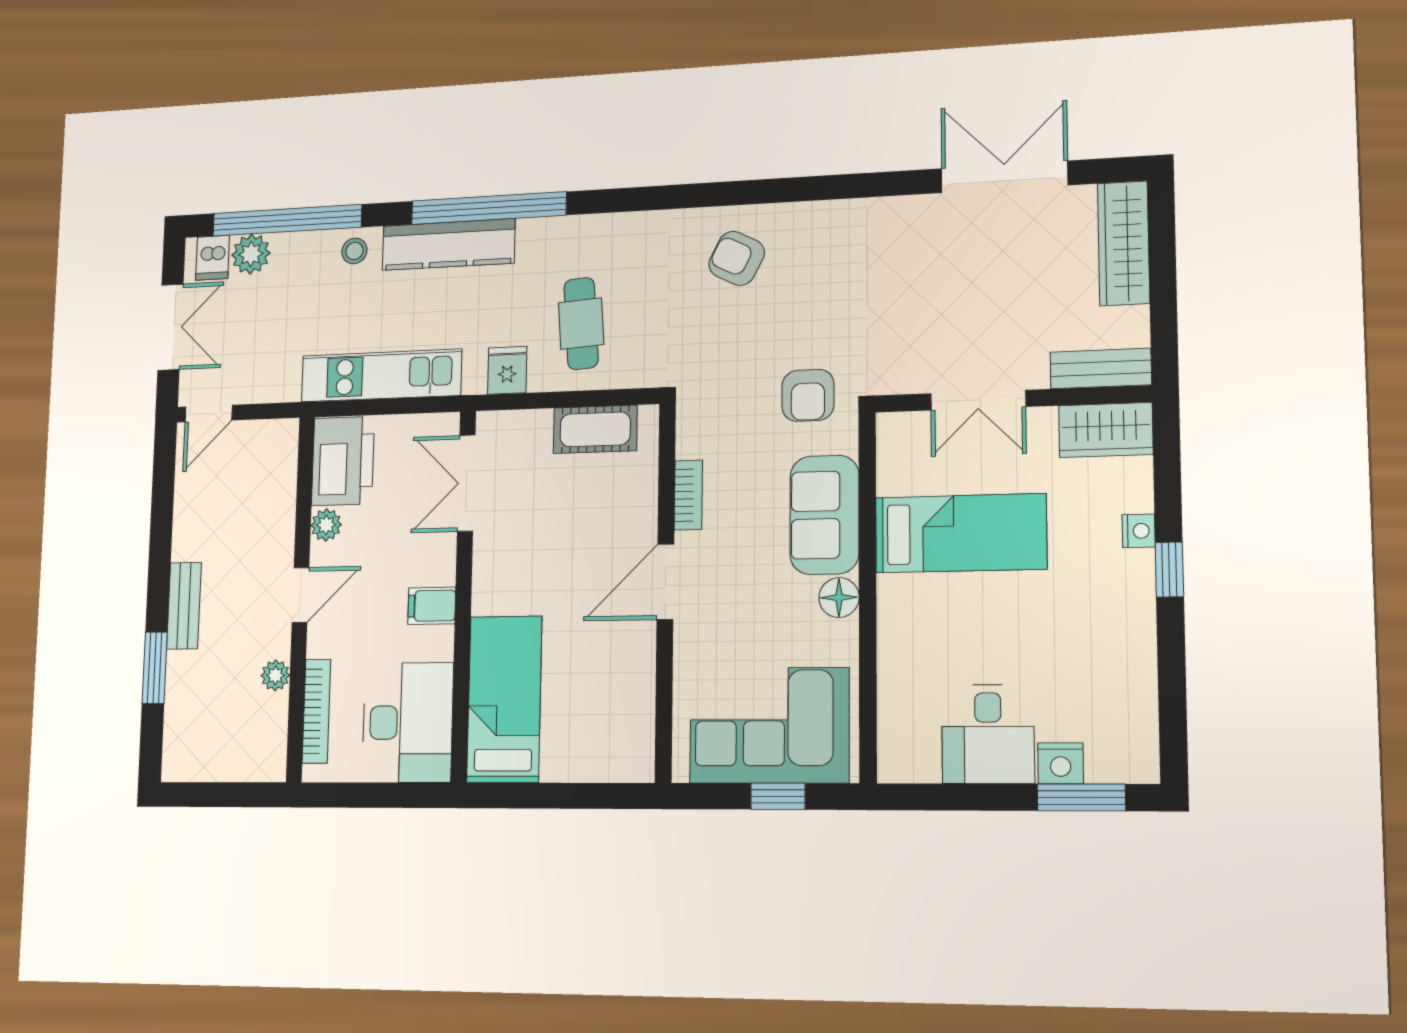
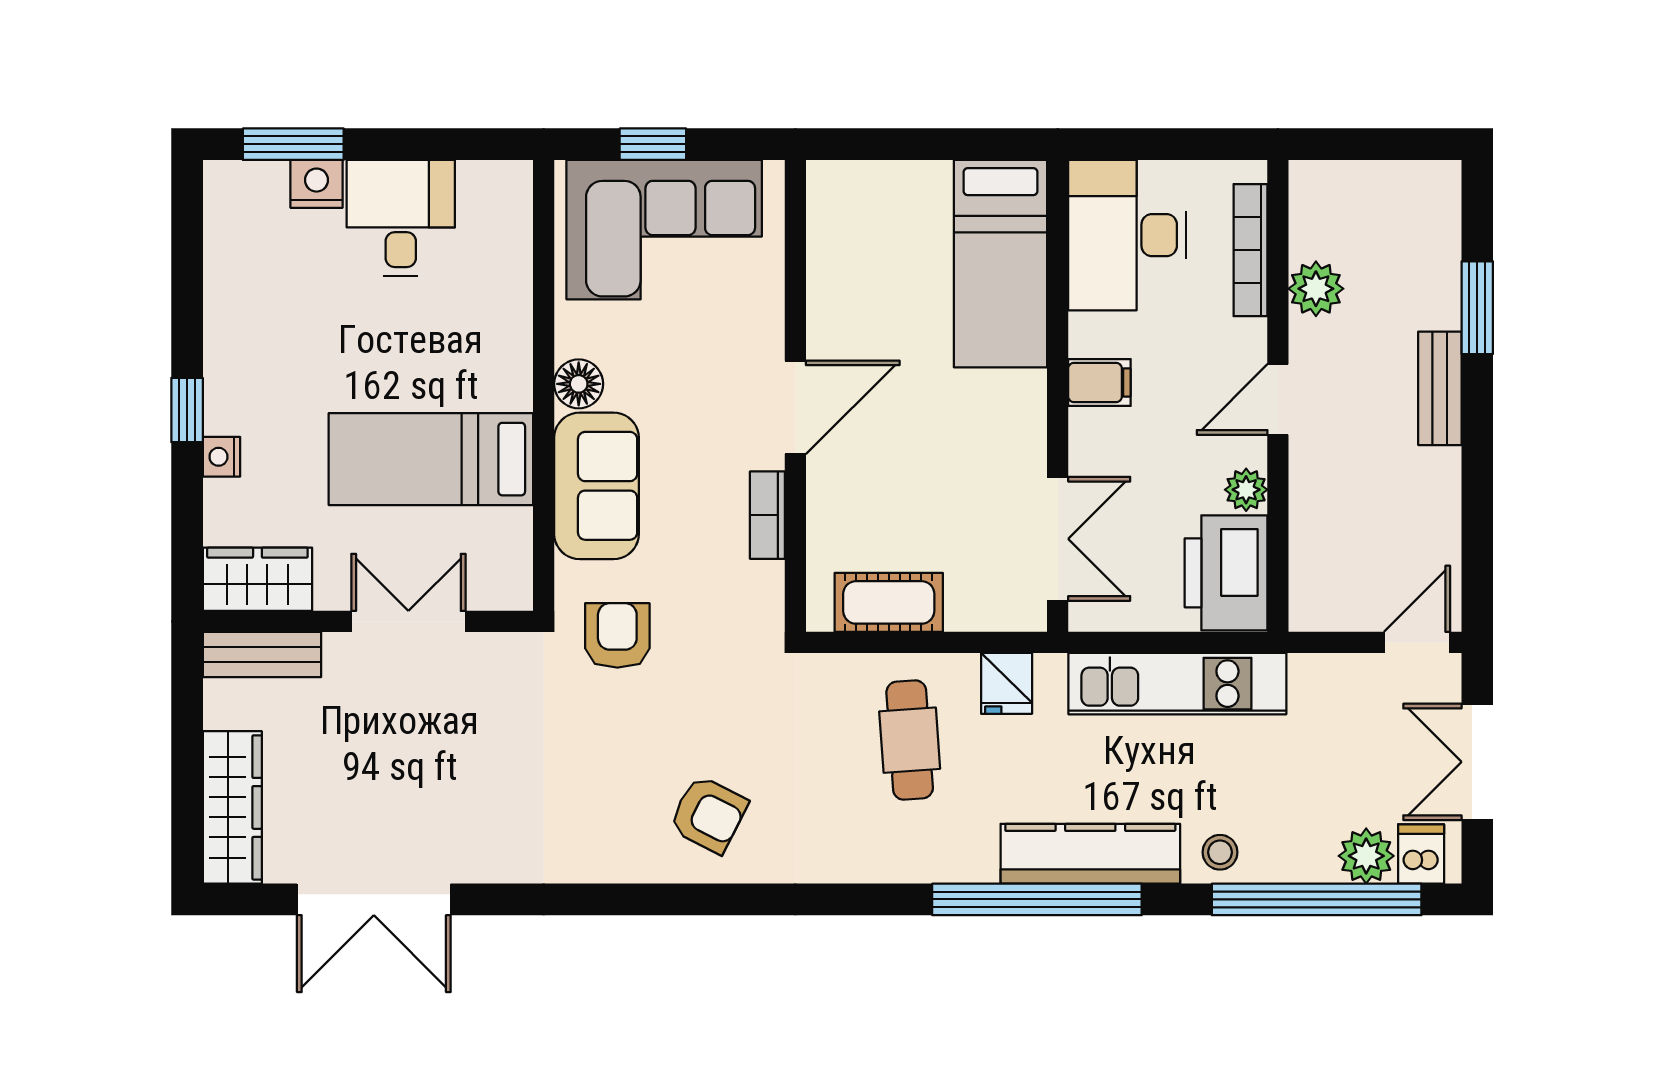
plant: (275, 675) -> (1316, 289), width x1.38, depth x1.38

